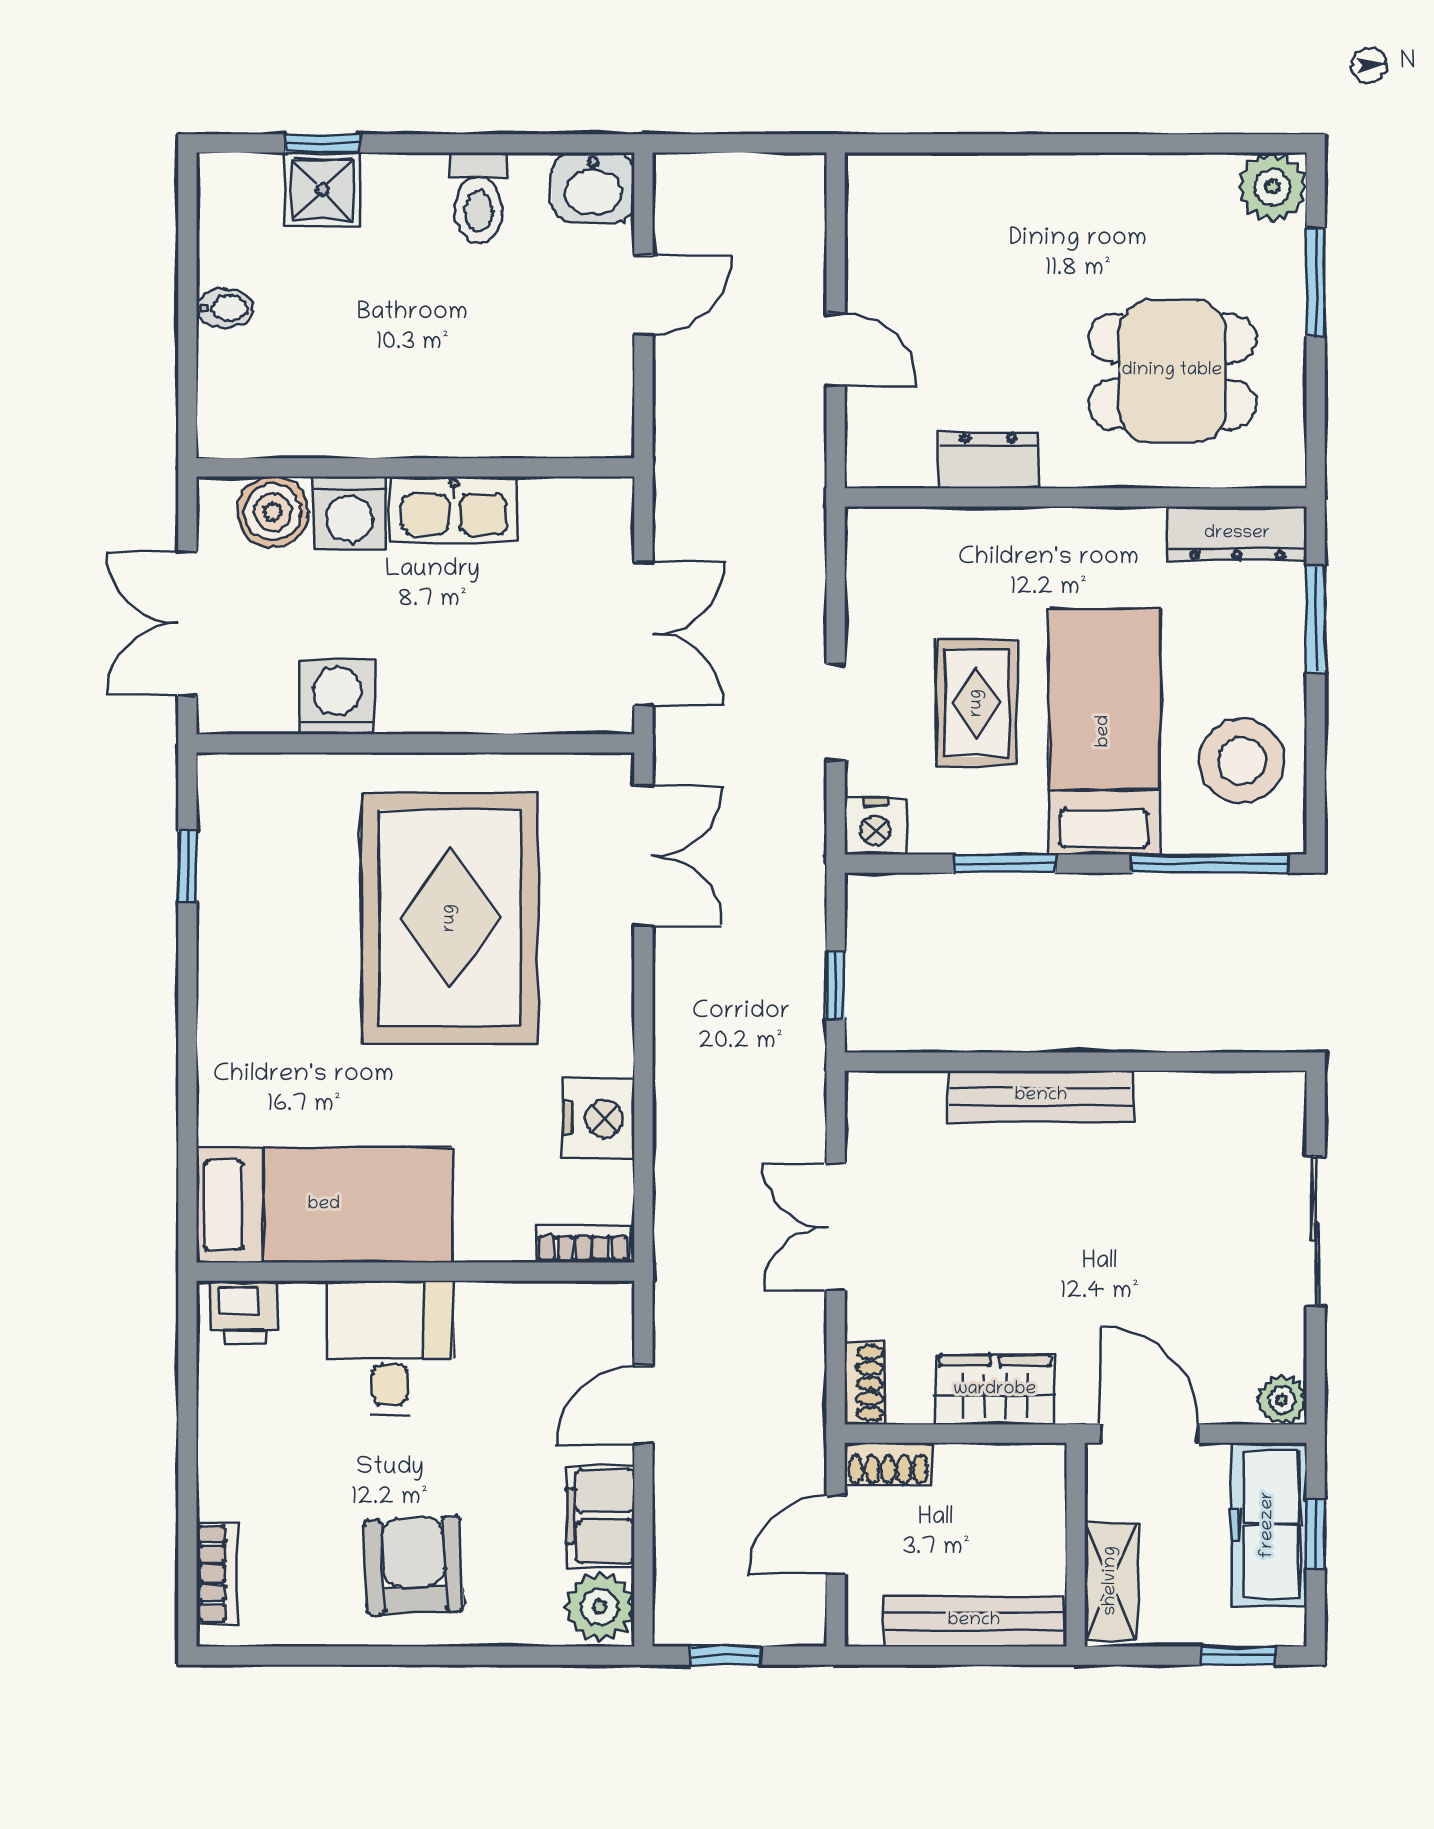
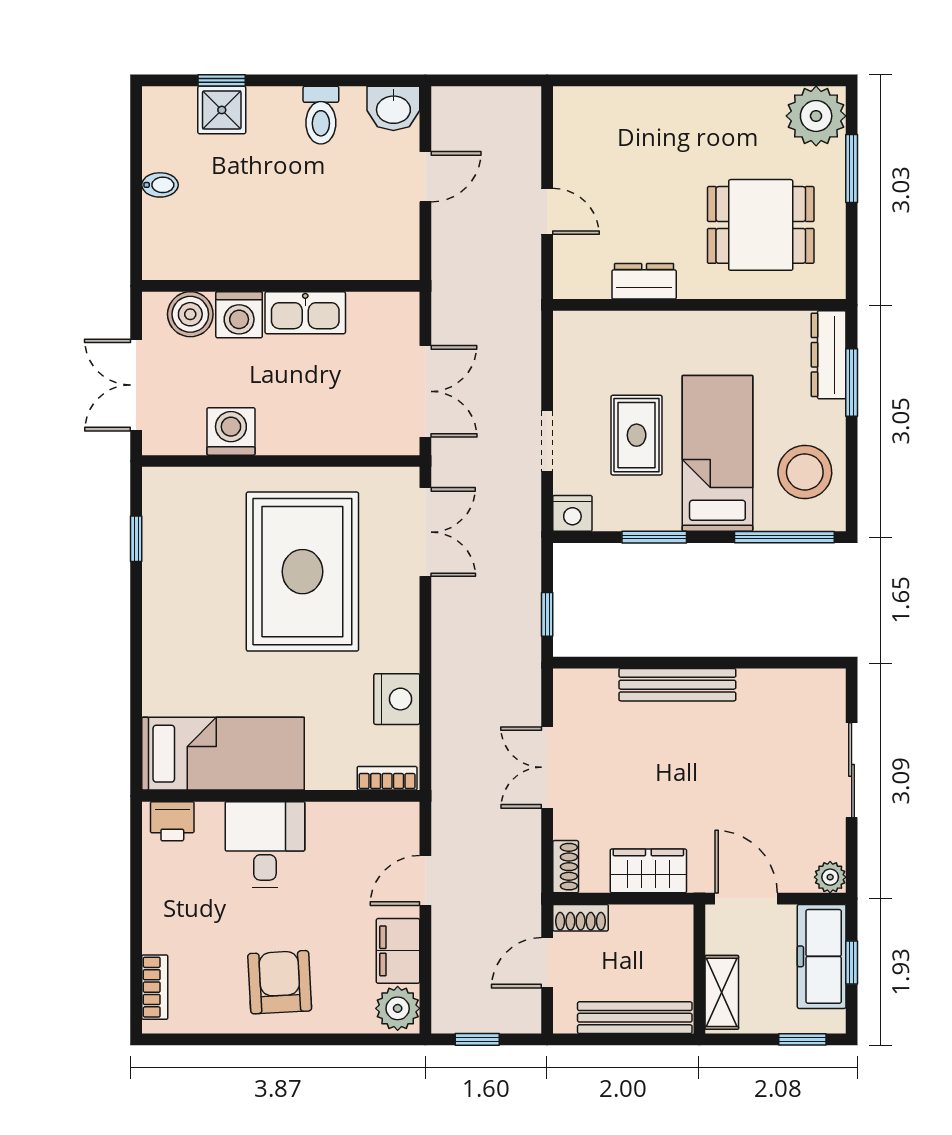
plant: (1272, 187) -> (816, 116), width x1.36, depth x1.36
dresser: (1237, 534) -> (829, 355), moved, turned 90

